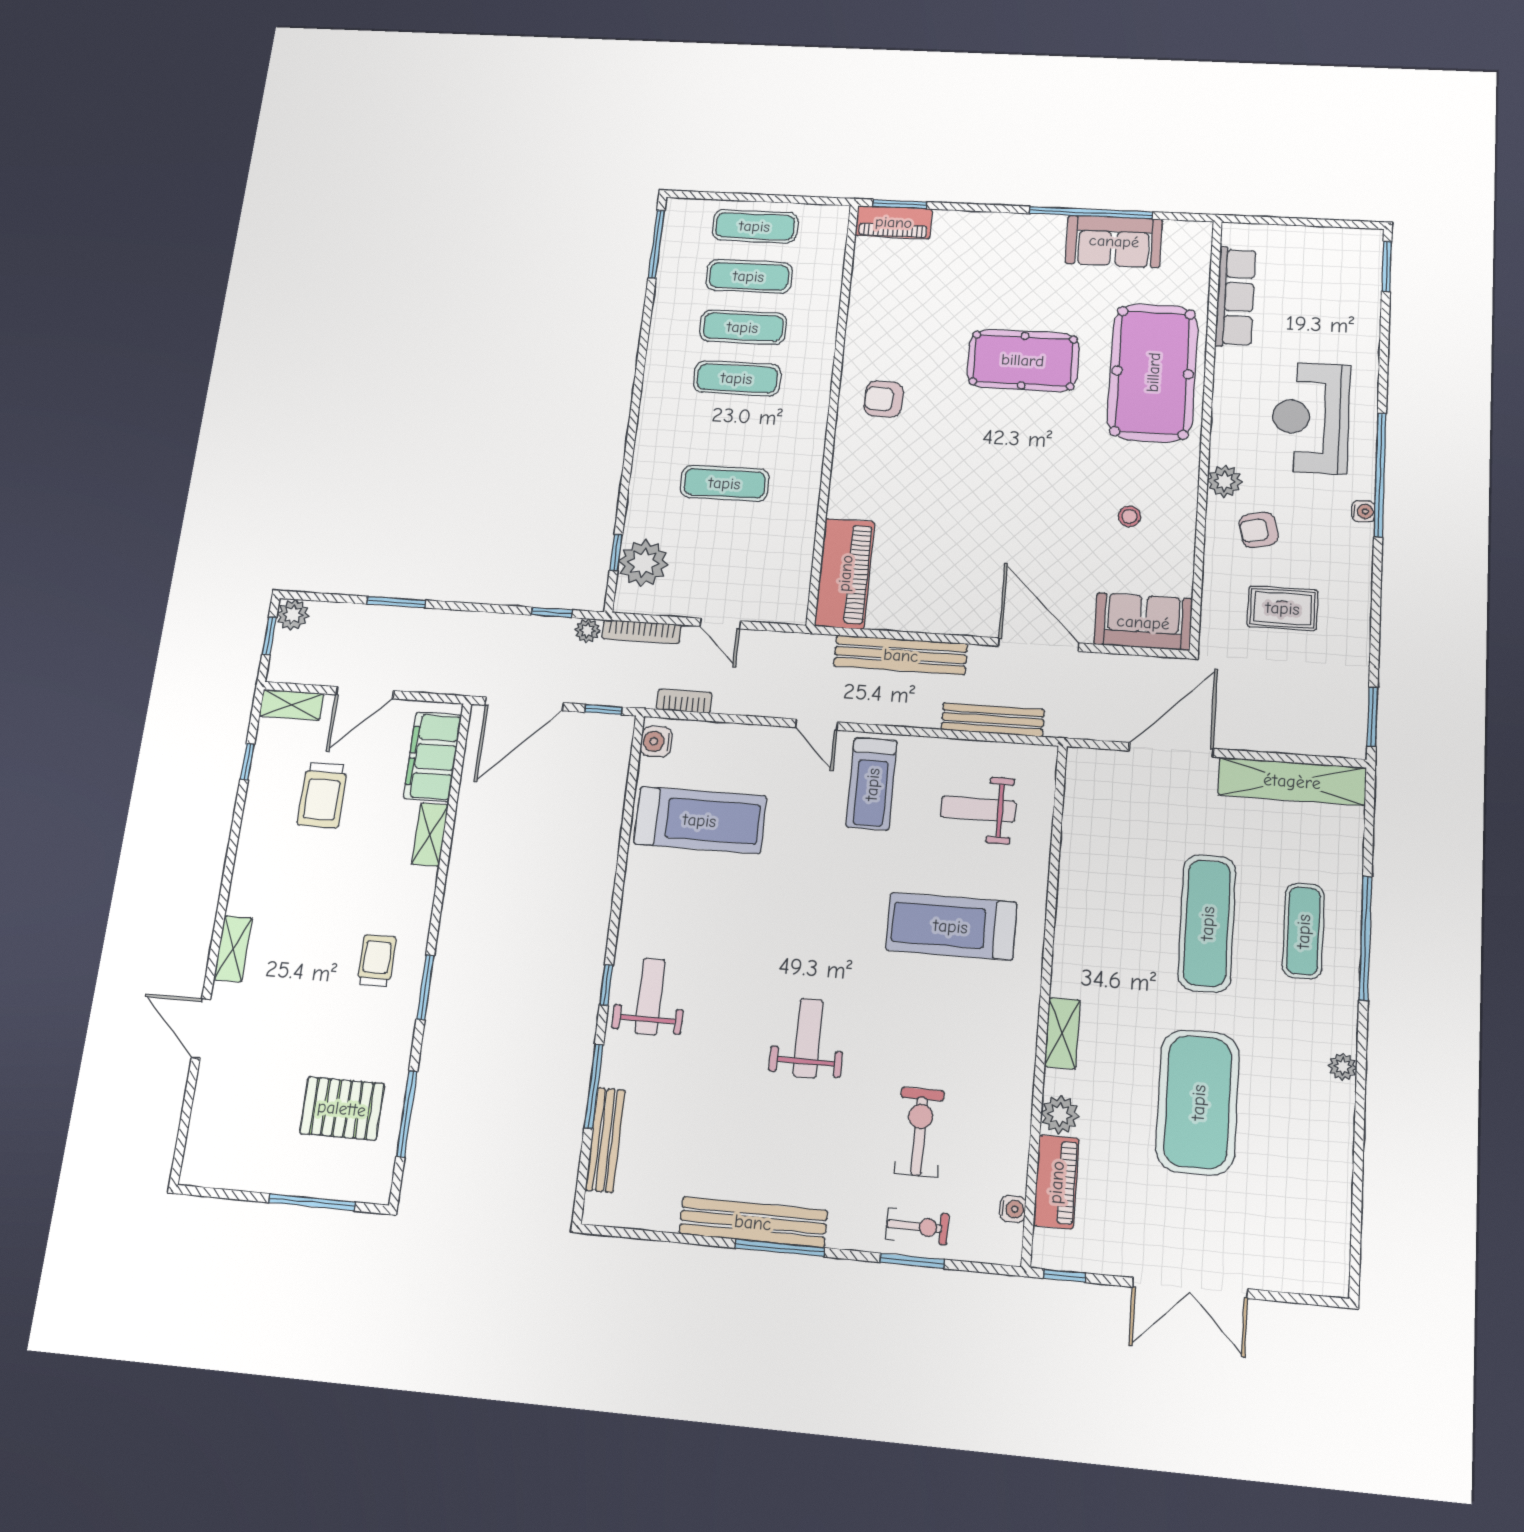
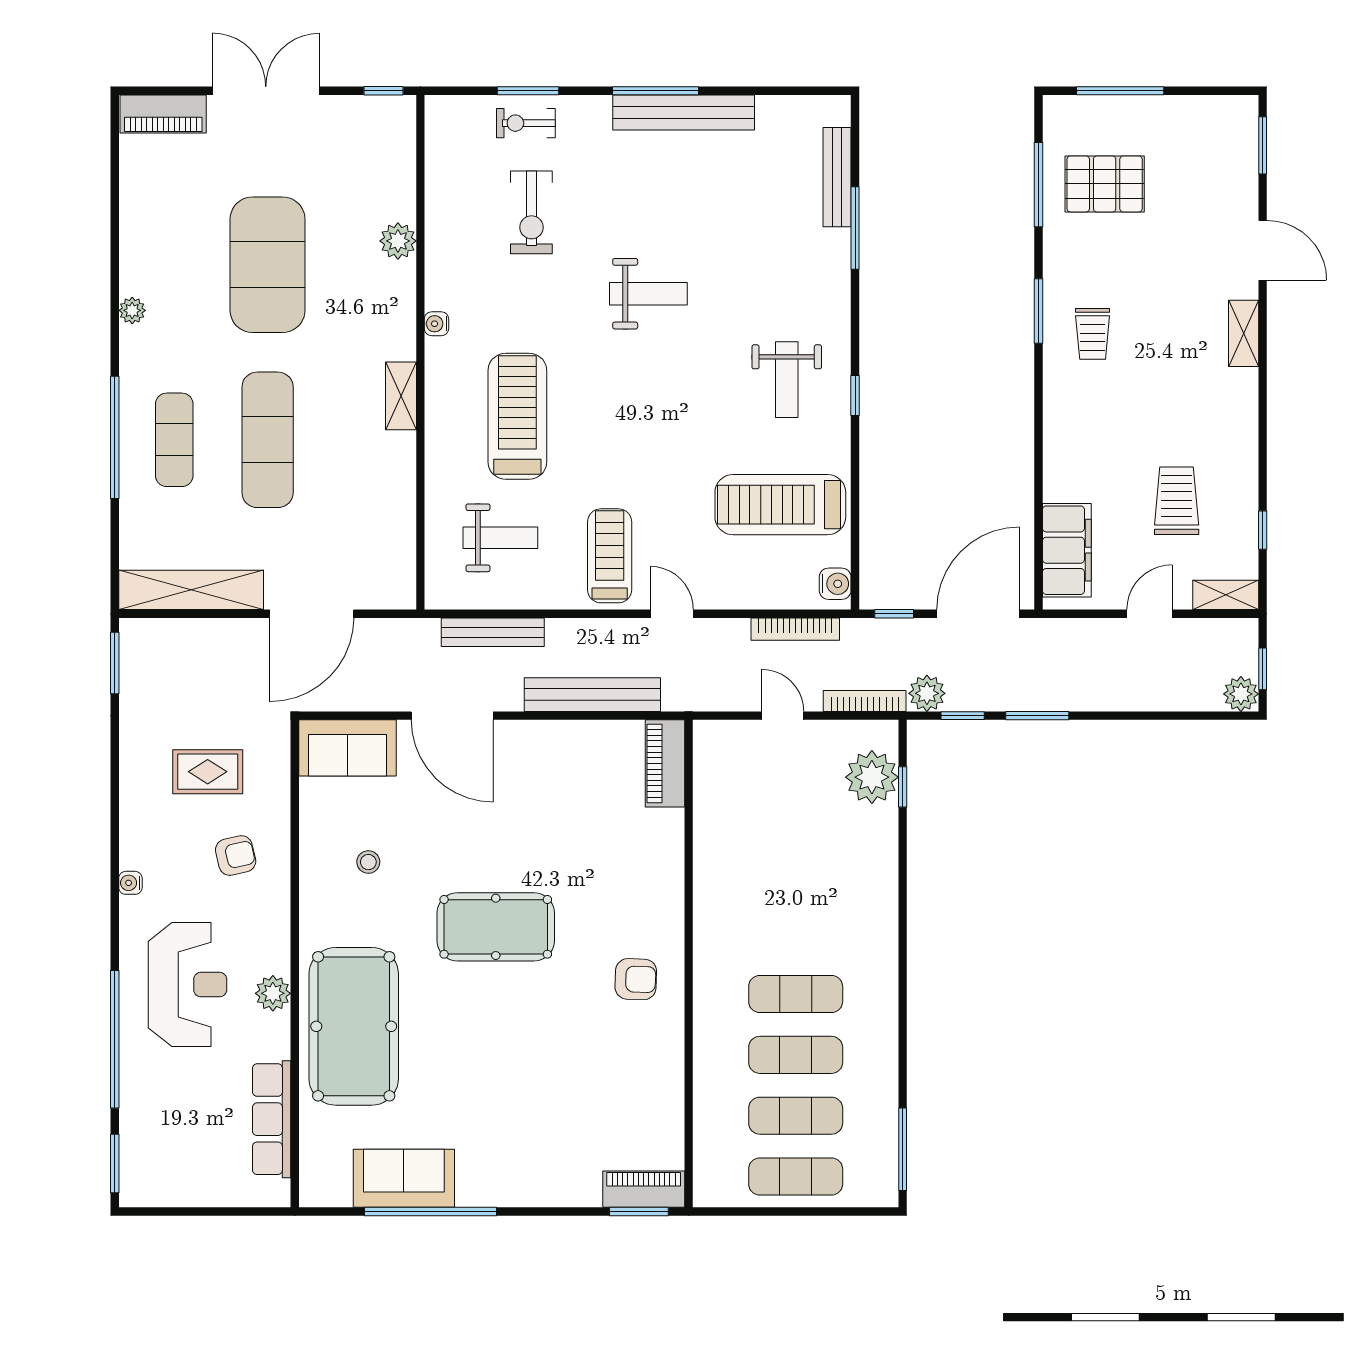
pool table: (1023, 360) -> (496, 927), moved
window: (1380, 475) -> (115, 1039), moved
plant: (1225, 481) -> (273, 993), moved
exercise mat: (725, 483) -> (796, 872), removed
piano: (845, 573) -> (665, 763), width x0.73, depth x0.75
window: (396, 602) -> (1037, 716), moved
plant: (587, 631) -> (927, 693), width x1.38, depth x1.38
door: (365, 693) -> (1150, 614), width x0.73
bookcase: (684, 701) -> (795, 629), width x1.56
shelving: (430, 834) -> (1057, 468), removed
treadmill: (951, 926) -> (517, 416), turned -90
window: (606, 985) -> (855, 396), moved
weight bench: (650, 997) -> (787, 380), moved
shelving: (1062, 1033) -> (401, 396), moved
weight bench: (808, 1038) -> (648, 294), turned -90
window: (183, 1133) -> (1263, 145), added
piano: (1056, 1182) -> (163, 114), moved, turned -90
water cooler: (1013, 1209) -> (436, 324), moved

